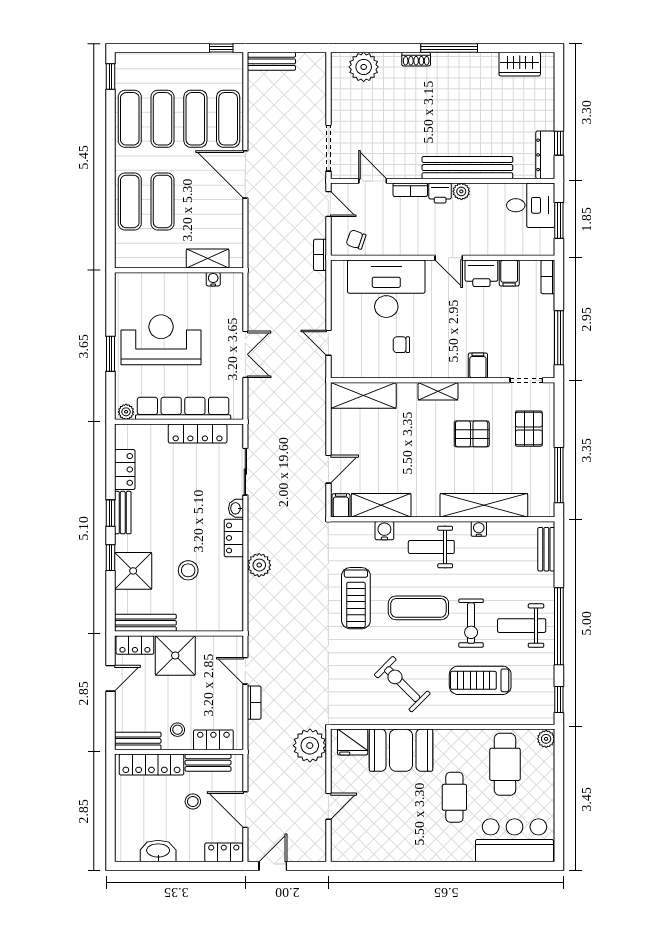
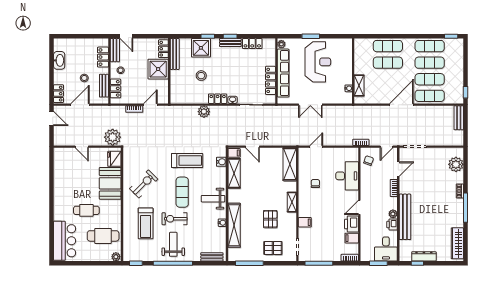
wardrobe: (520, 64) -> (457, 243), width x1.50
dresser: (545, 155) -> (424, 256), moved
printer: (440, 193) -> (392, 225), moved
desk: (386, 289) -> (347, 176), width x0.73, depth x0.77
water cooler: (384, 531) -> (221, 162), moved
weight bench: (431, 547) -> (213, 199), turned -90
treadmill: (356, 598) -> (187, 161), turned 180
door: (110, 678) -> (126, 36), moved
treadmill: (480, 680) -> (146, 223), turned 180
locker: (151, 765) -> (103, 57), width x0.66

